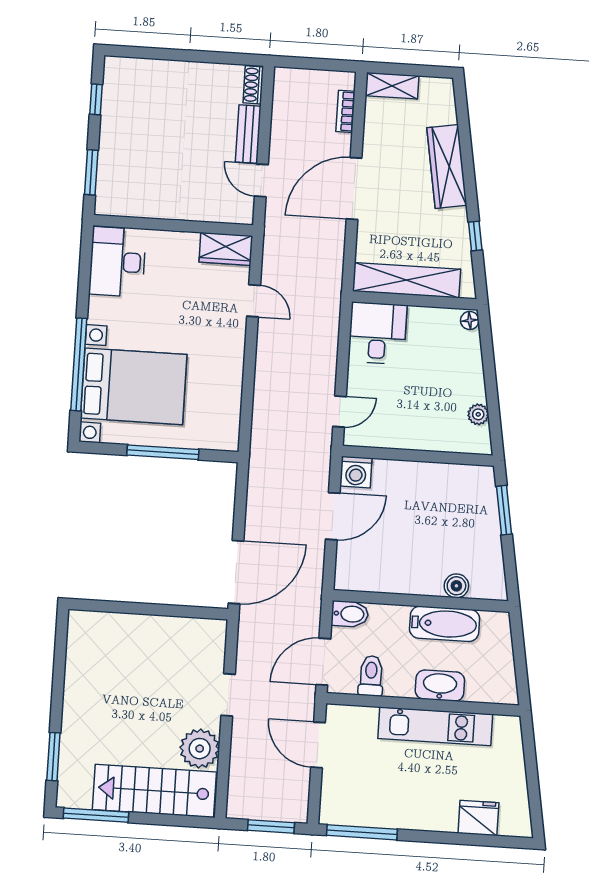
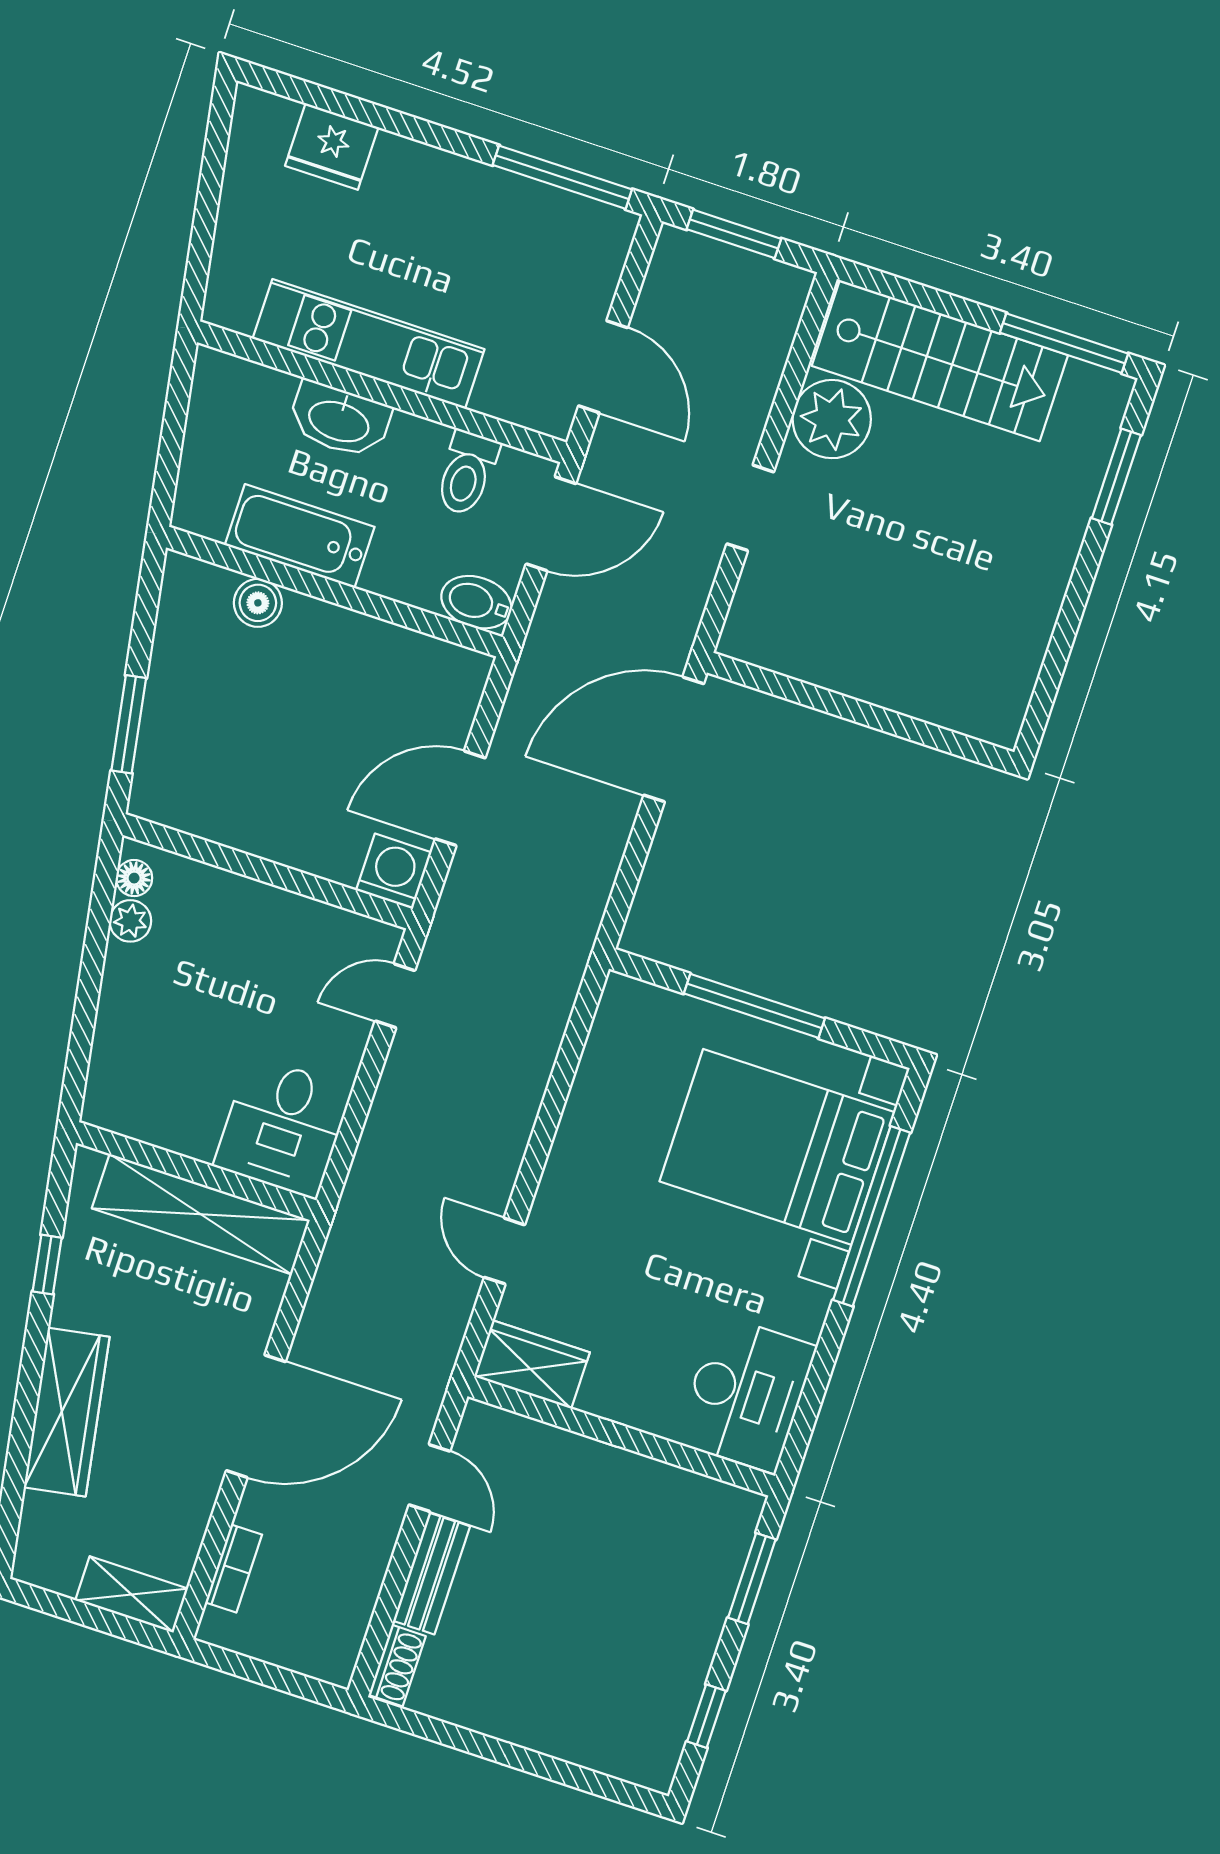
floor lamp: (470, 320) -> (134, 878), moved

